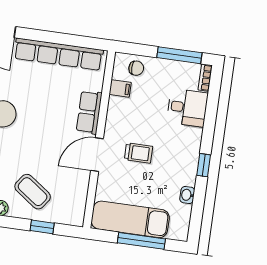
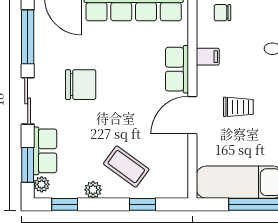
chair: (136, 68) -> (222, 13), turned 180
filing cabinet: (120, 88) -> (208, 57), moved

